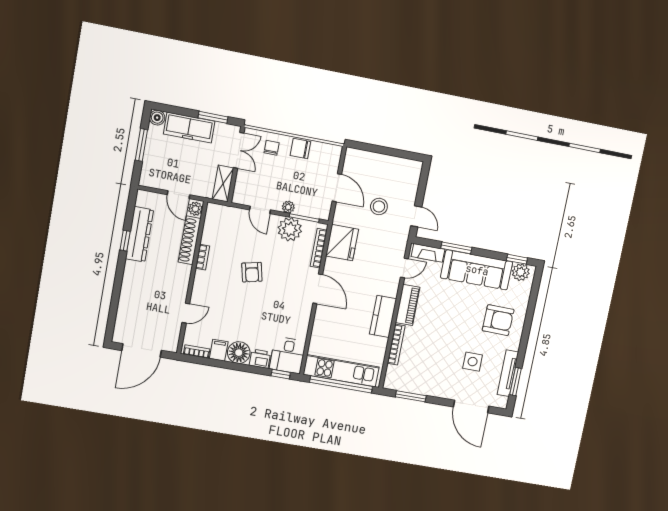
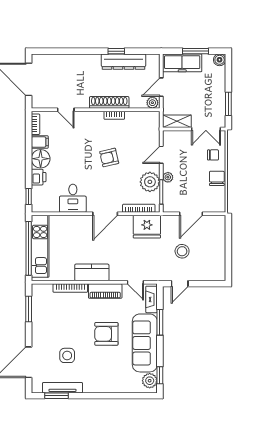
freezer: (189, 128) -> (182, 63), moved, turned -90
shoe rack: (190, 240) -> (109, 102), moved
armchair: (498, 320) -> (106, 334), moved, turned 89
desk: (288, 355) -> (73, 198), moved, turned -90

